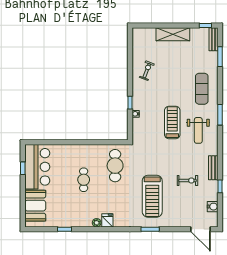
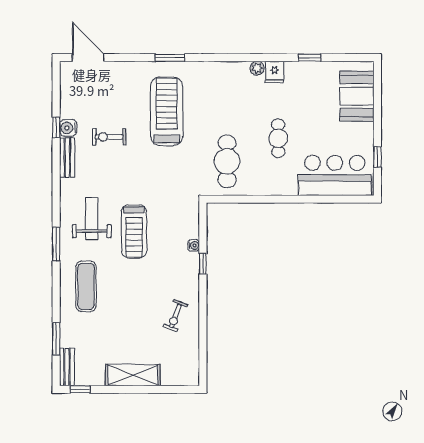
bar counter: (37, 167) -> (335, 175), moved, turned 90
water cooler: (213, 207) -> (68, 128), moved
fridge: (107, 220) -> (275, 72), moved

